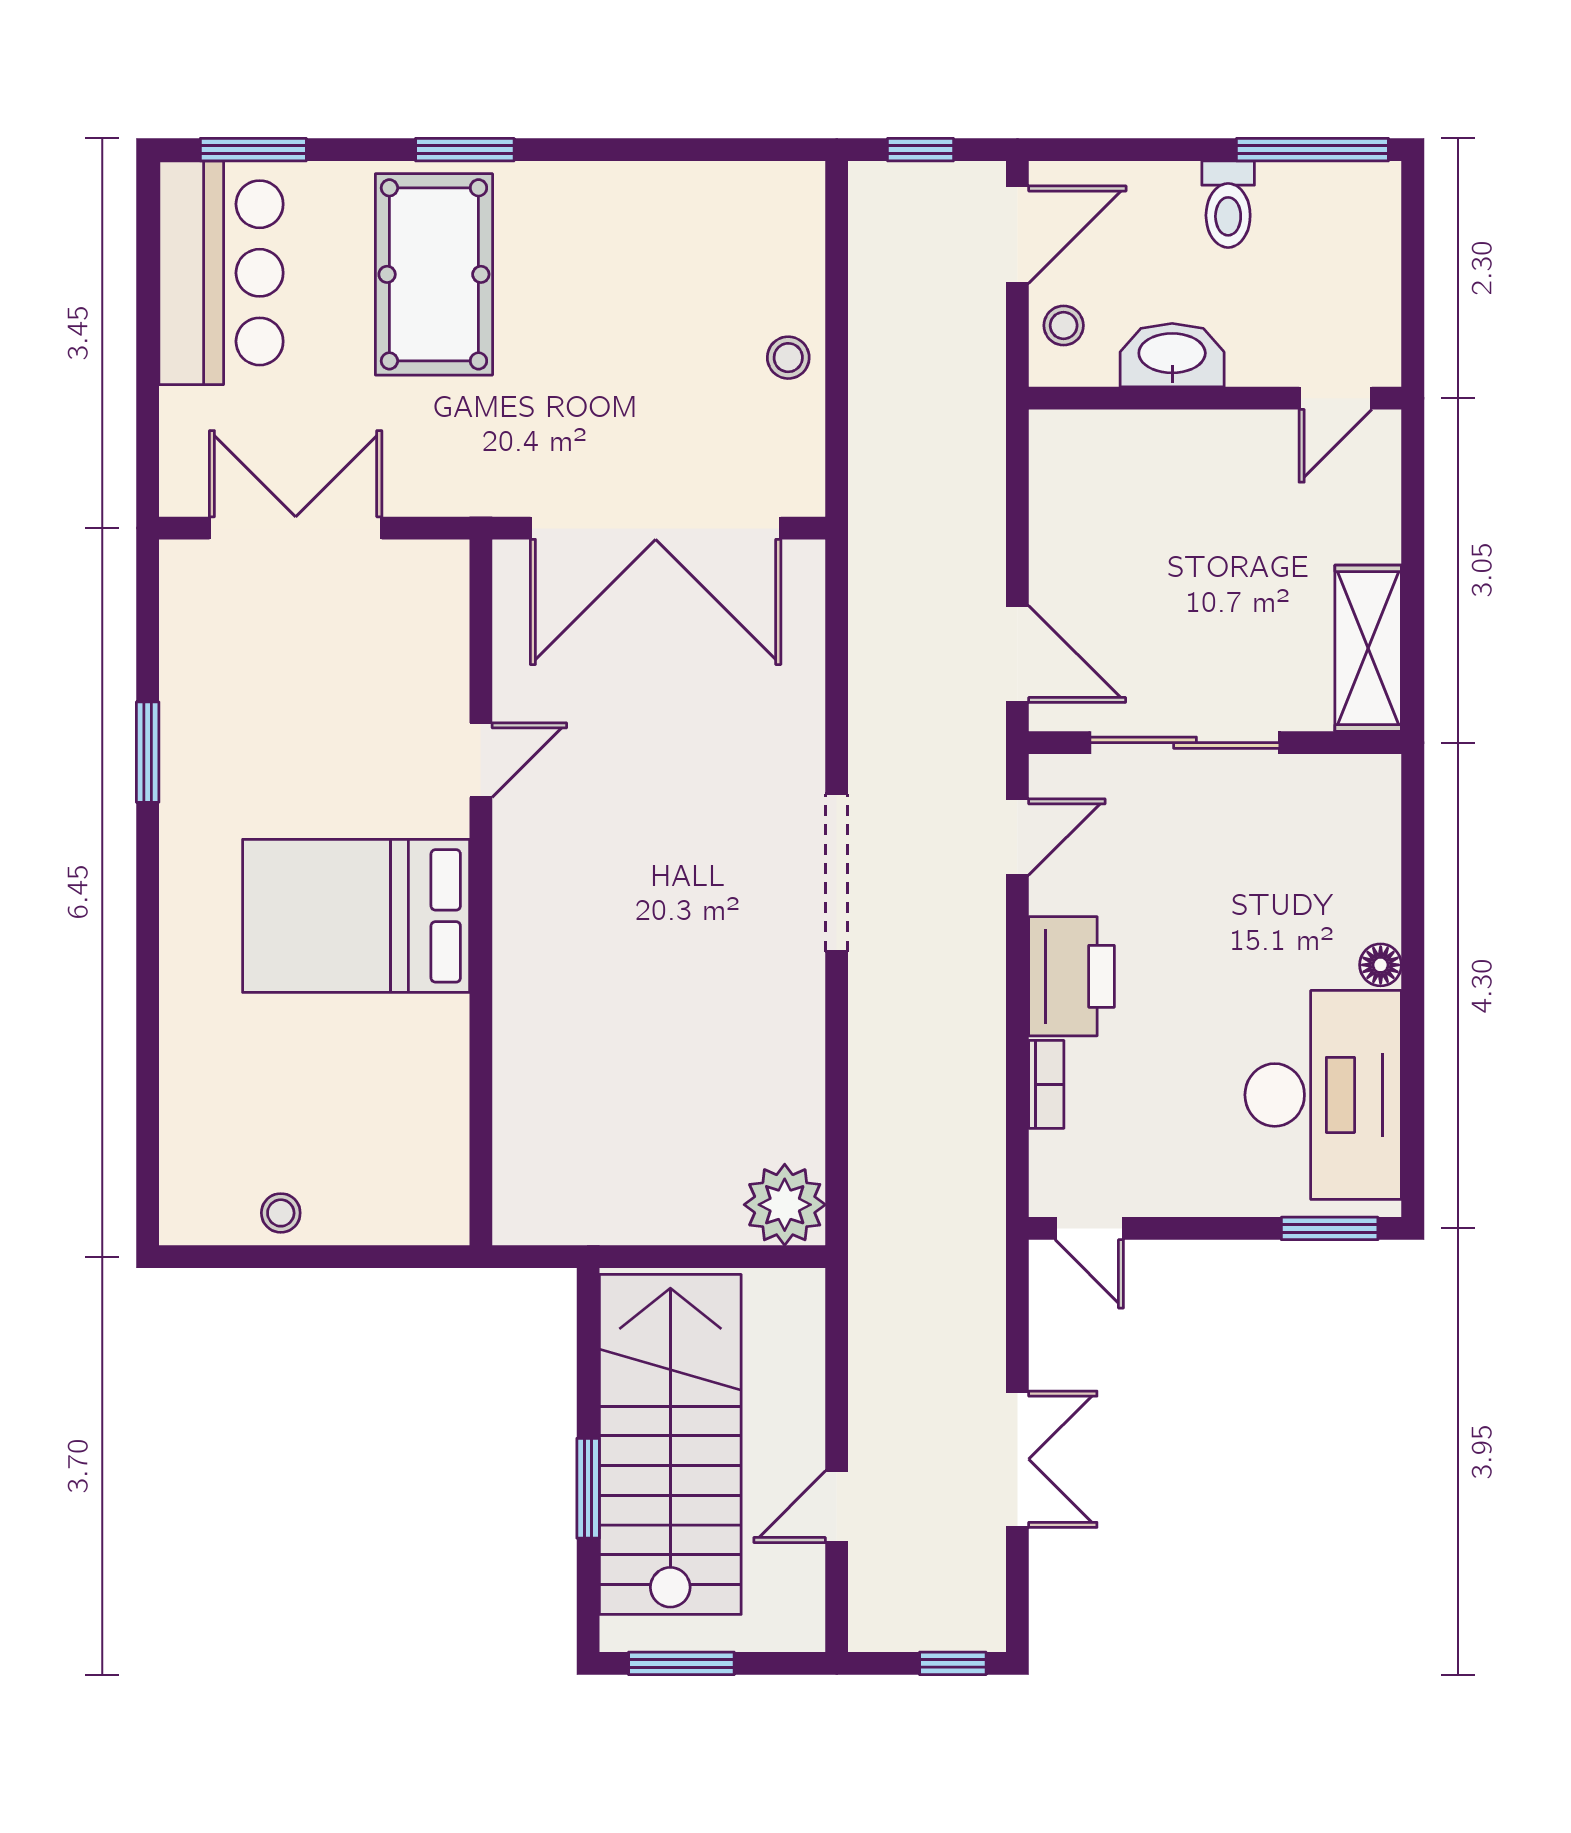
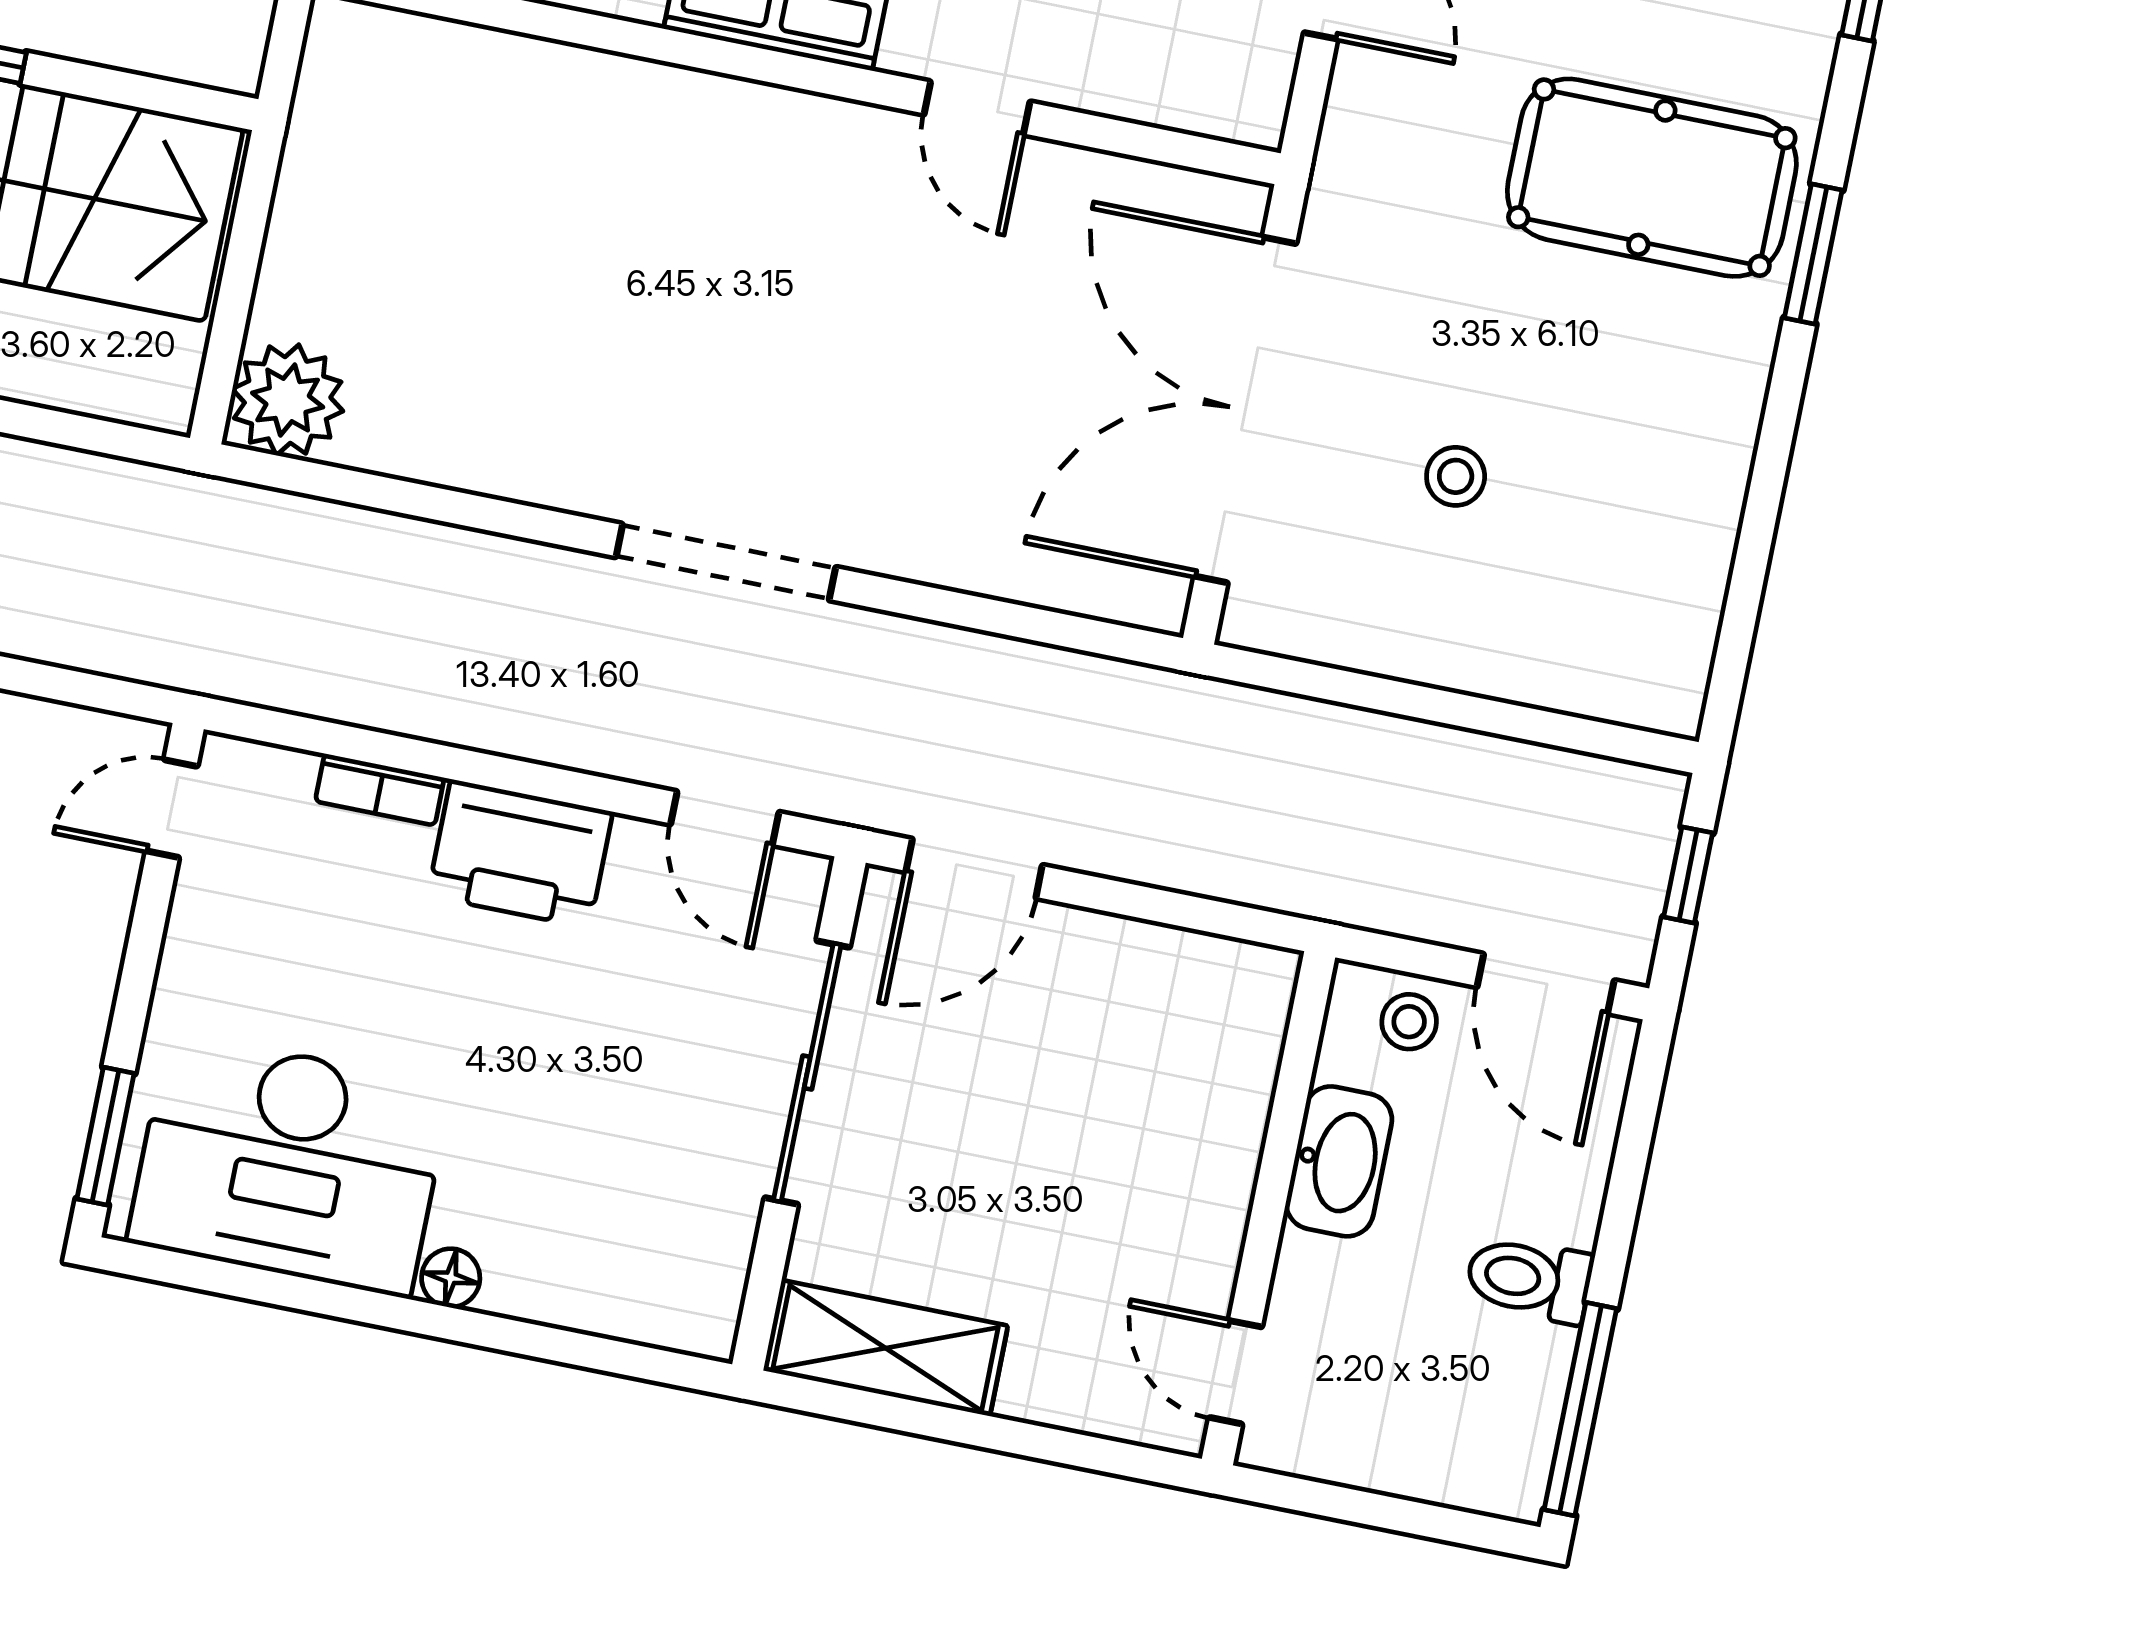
stool: (788, 358) -> (1456, 476), moved

